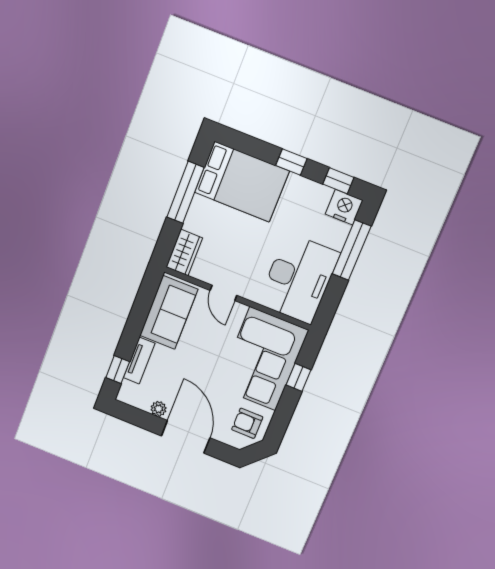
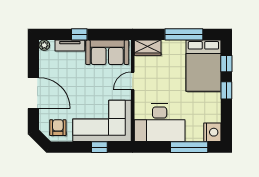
window: (338, 181) -> (226, 64), moved
window: (118, 370) -> (79, 34), moved
plant: (159, 409) -> (44, 45), moved
door: (186, 437) -> (33, 93), hinge flipped

